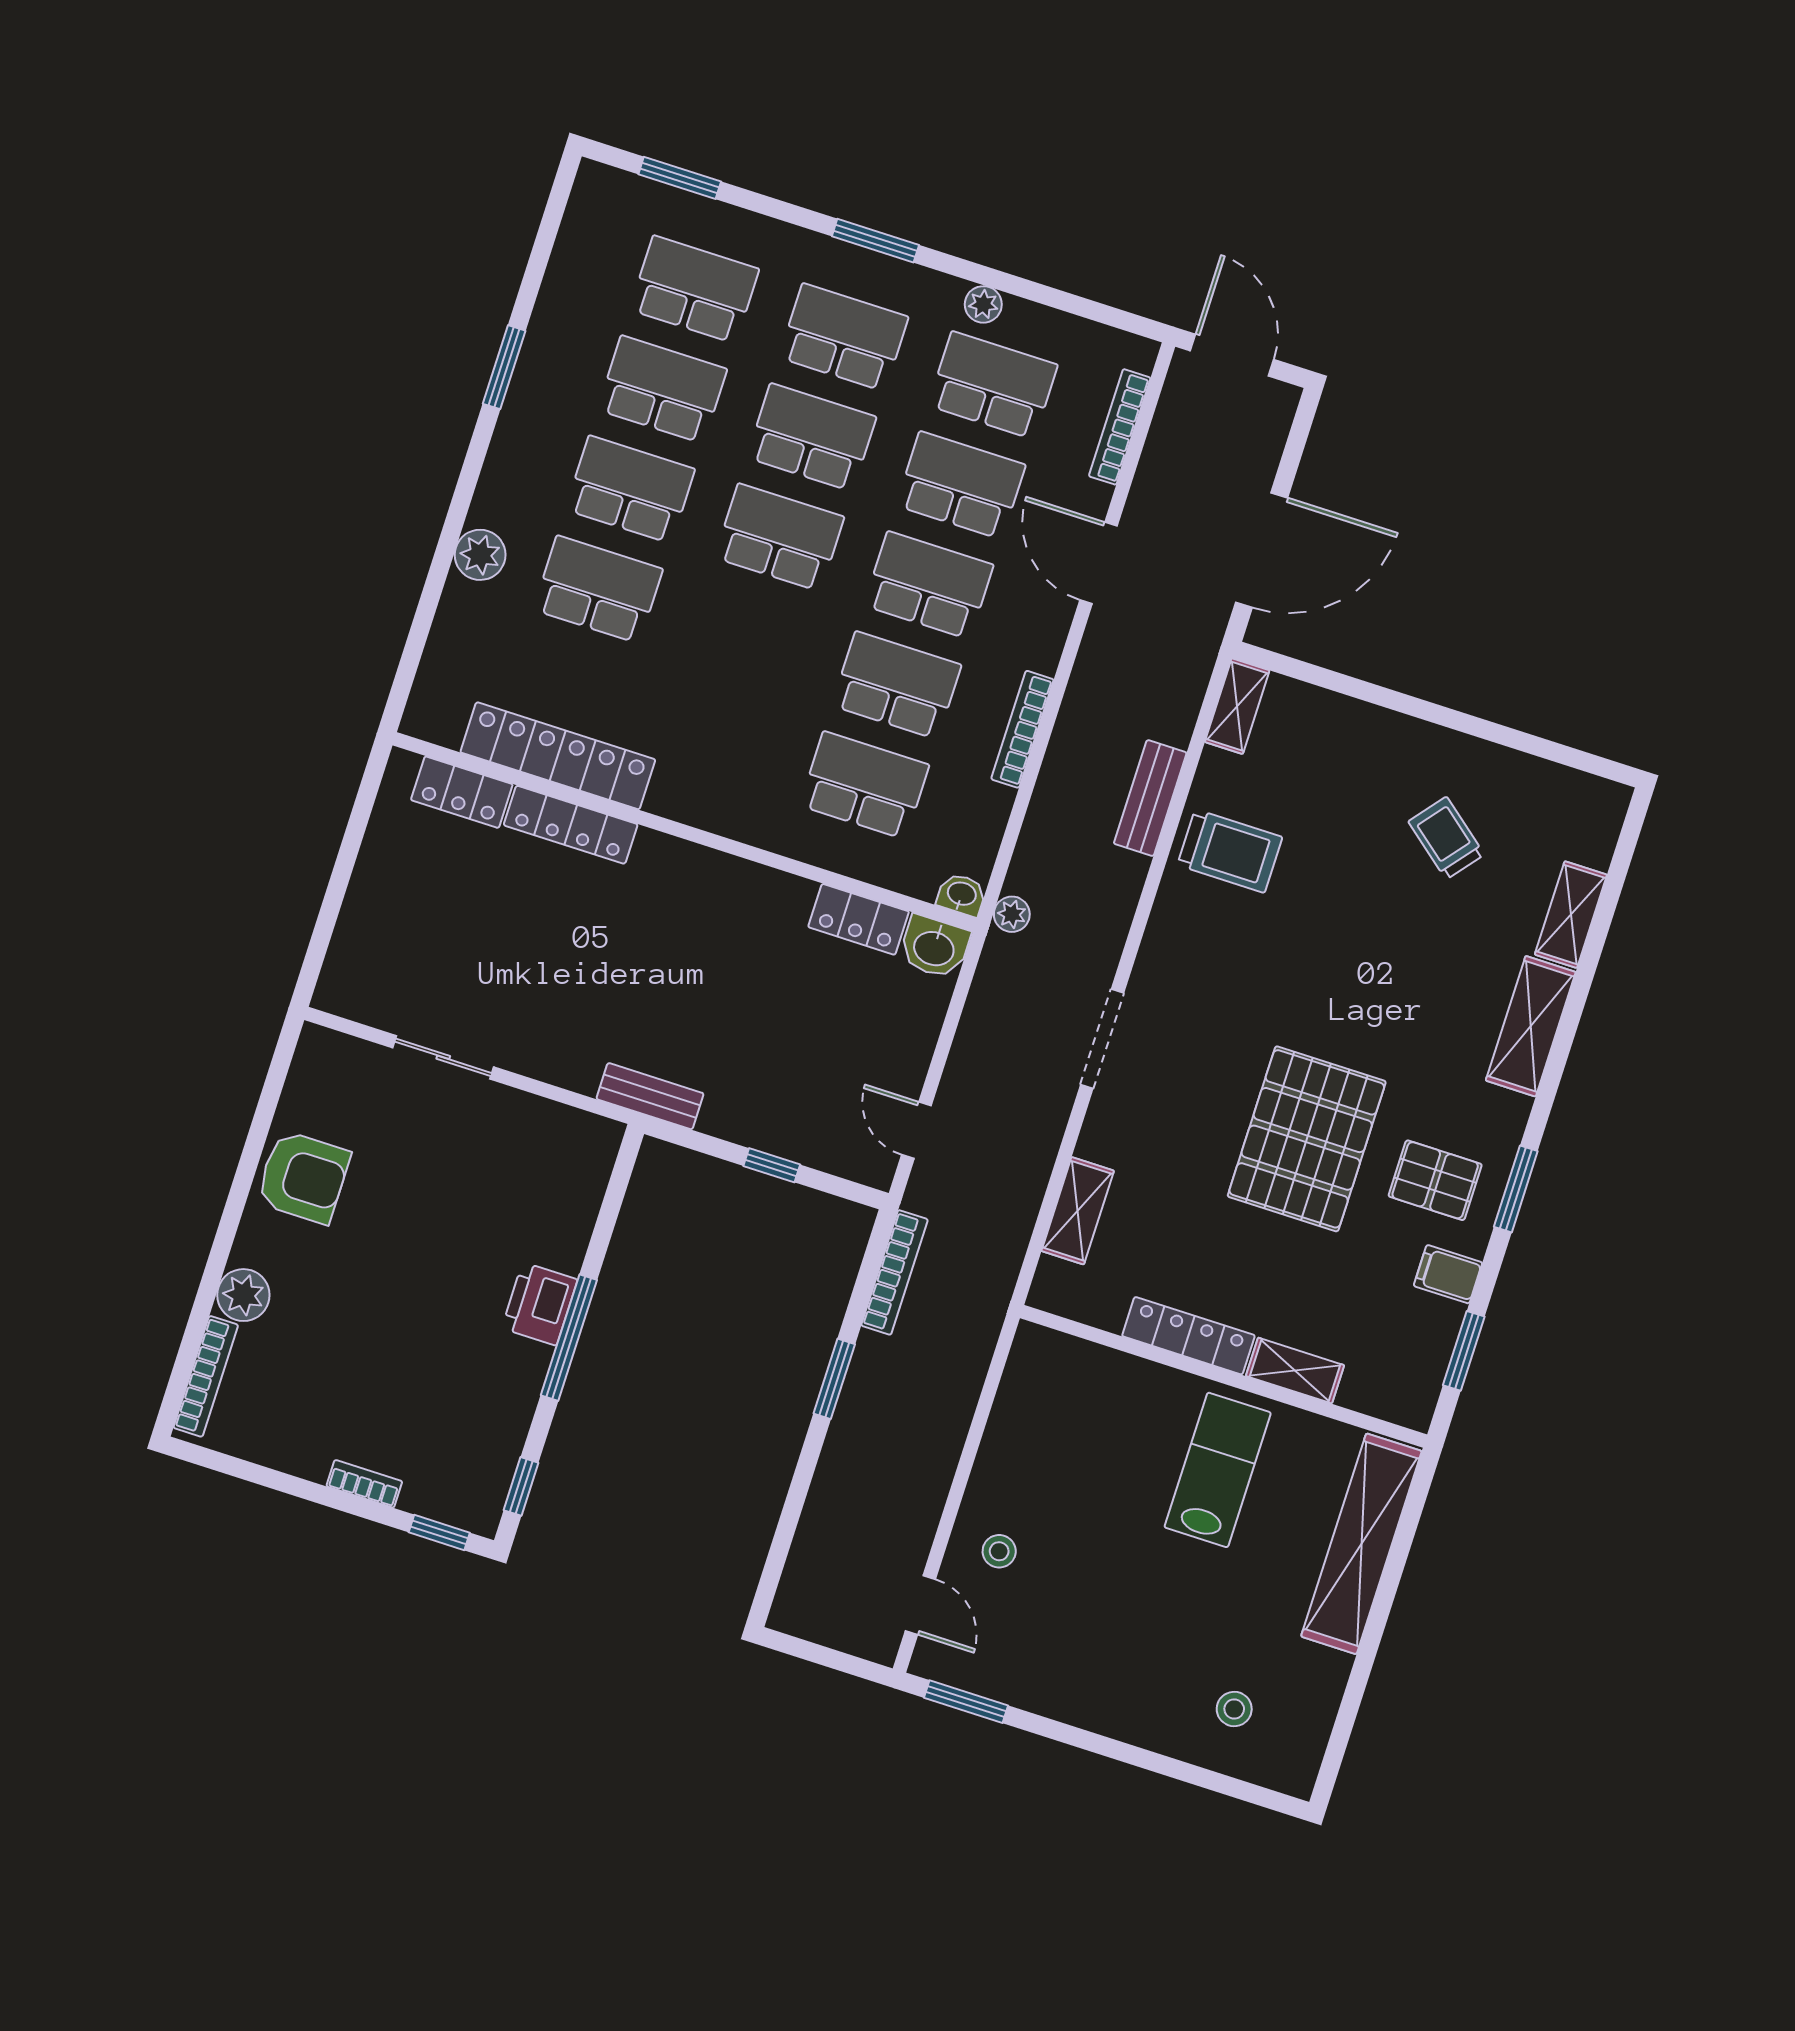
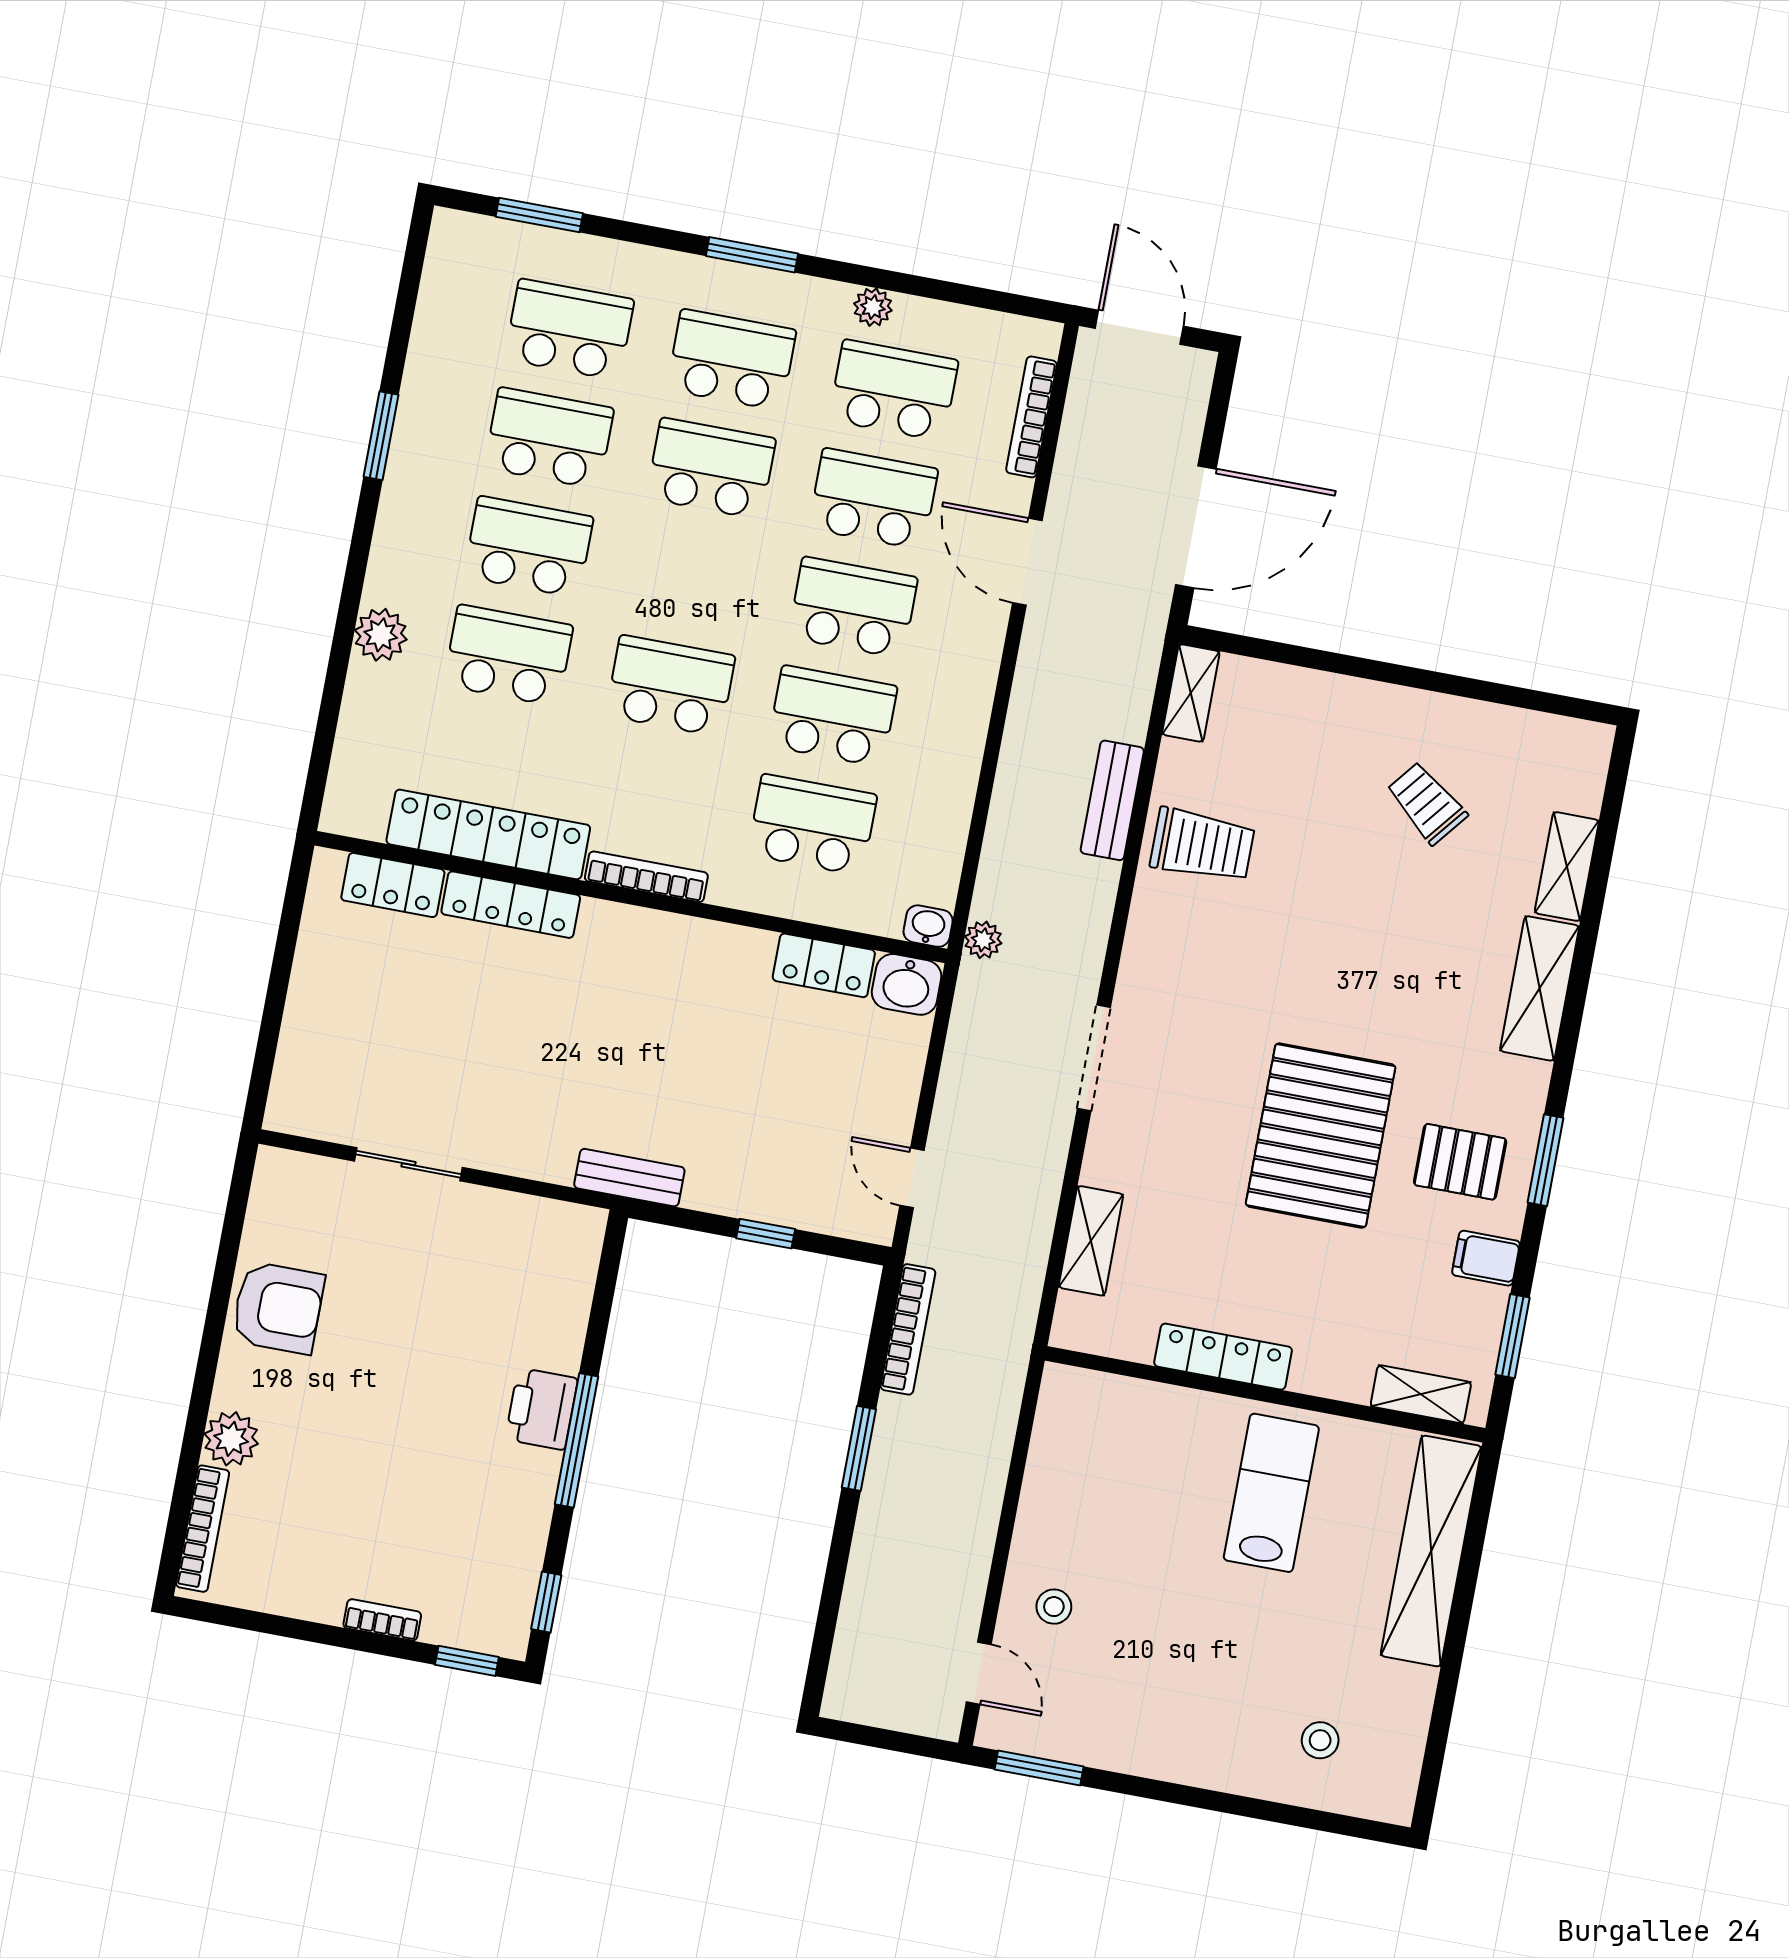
school desk: (779, 537) -> (670, 686), moved
bookcase: (1022, 729) -> (646, 877), moved, turned 90
shelving: (1295, 1371) -> (1421, 1394), moved

